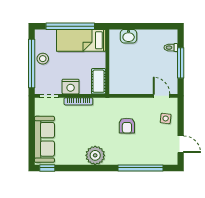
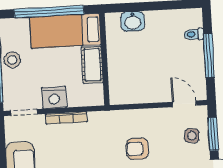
cot: (99, 81) -> (92, 65), moved
window: (181, 118) -> (213, 134), added
armchair: (127, 126) -> (137, 149), turned 90

